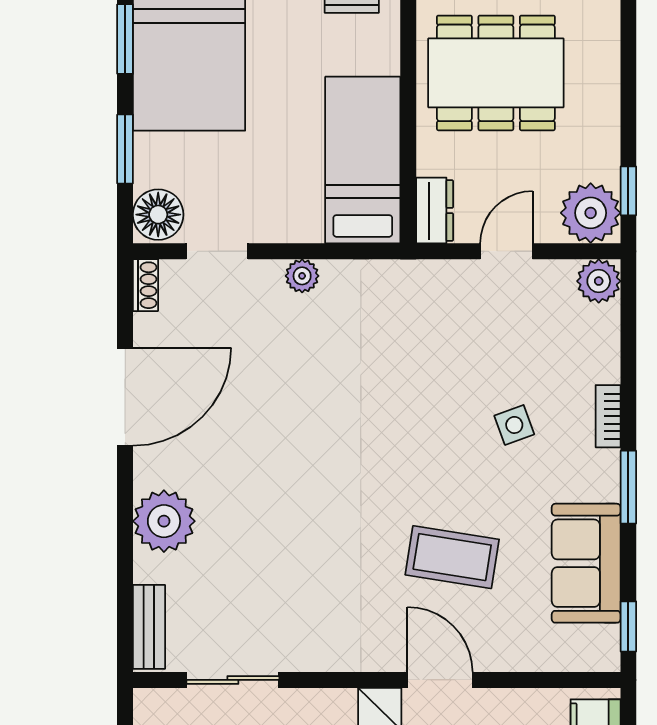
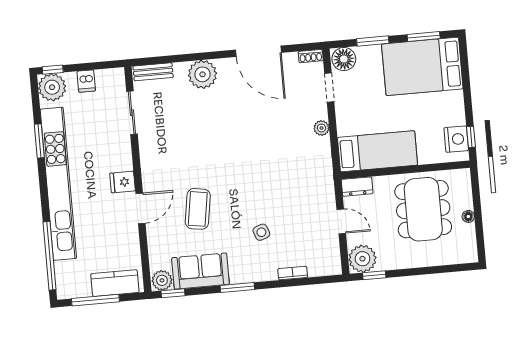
plant: (599, 281) -> (162, 280), moved
bookcase: (608, 416) -> (293, 273), moved

